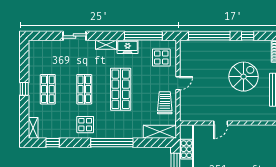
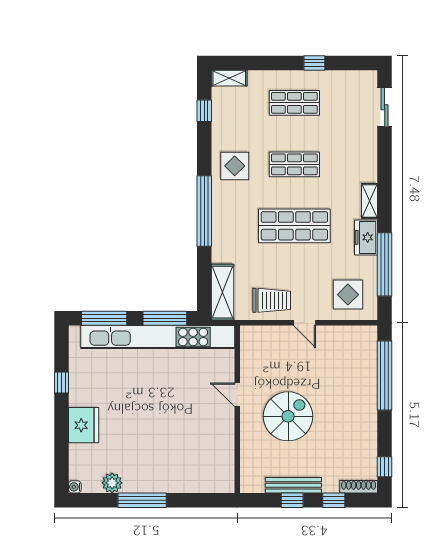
sliding door: (75, 36) -> (385, 107), moved
window: (248, 36) -> (385, 467), moved
spiral stairs: (244, 77) -> (288, 416), moved, turned -90
window: (24, 89) -> (314, 63), moved

